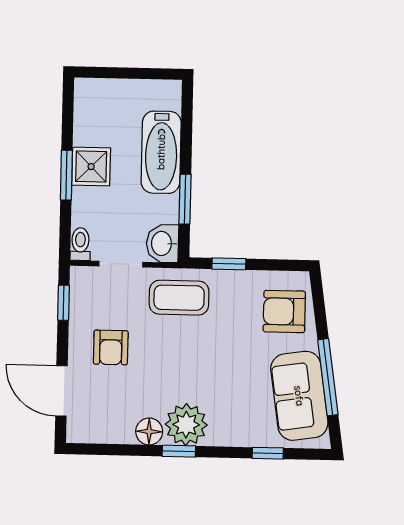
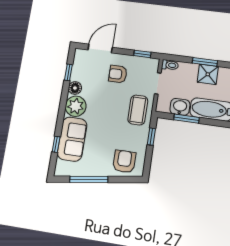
washbasin: (162, 243) -> (180, 107), moved
sofa: (299, 396) -> (72, 139), moved, turned 98
window: (179, 451) -> (68, 72), moved

